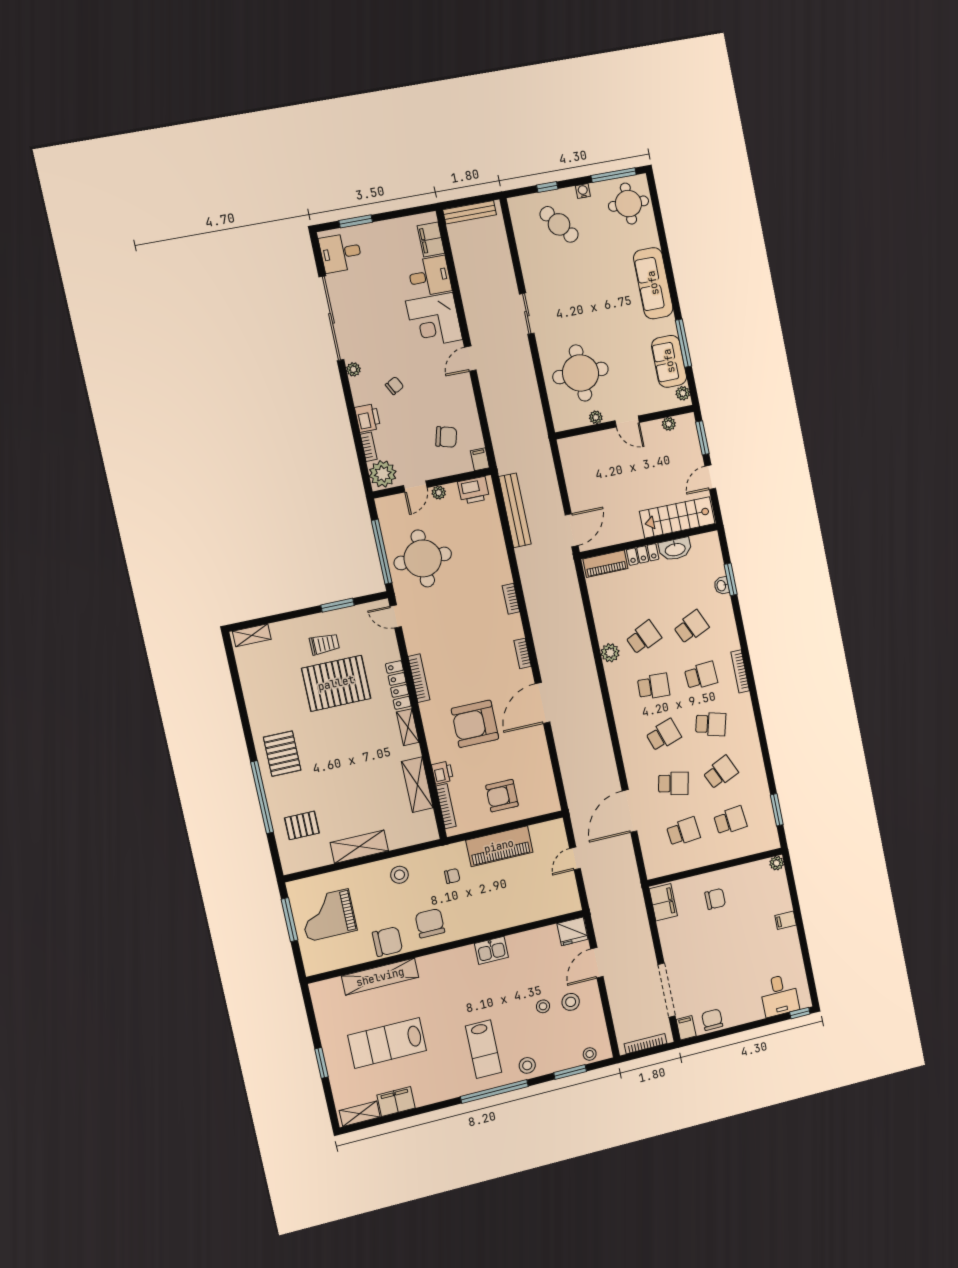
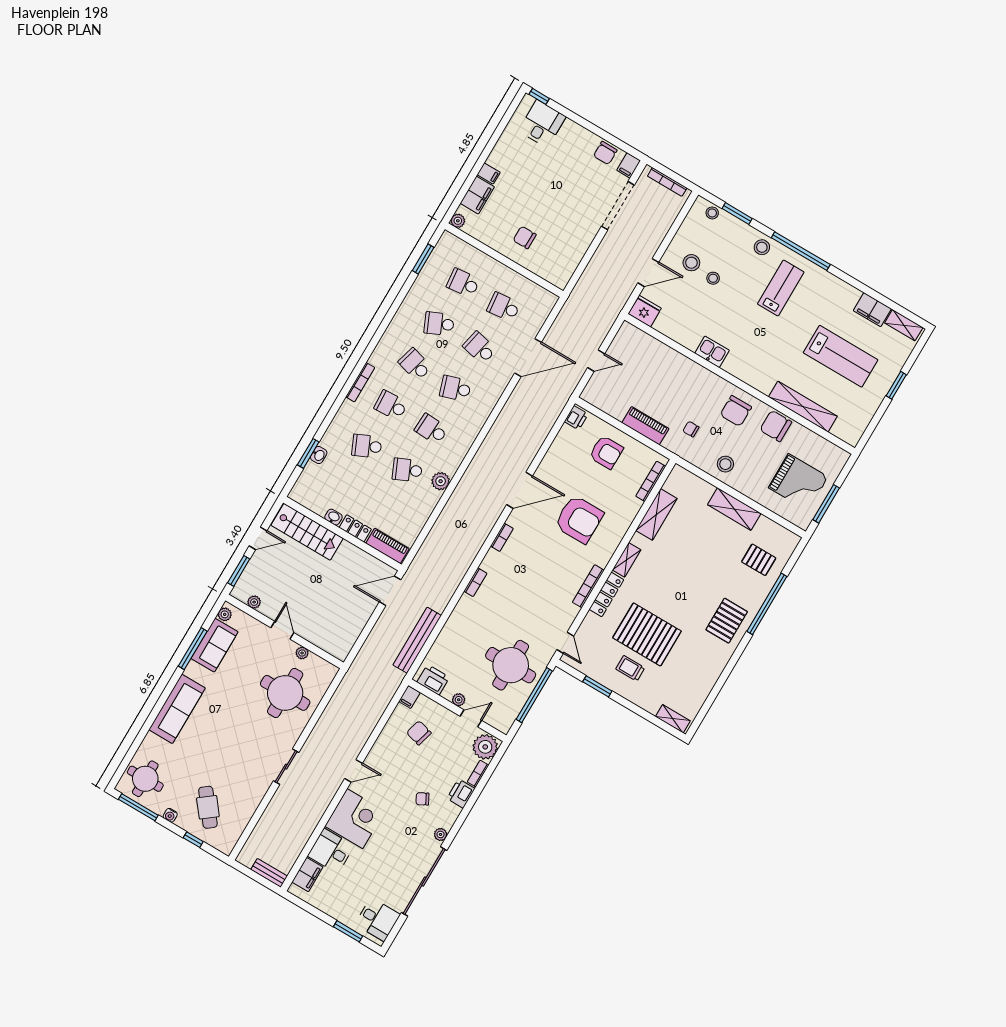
bench: (470, 212) -> (269, 873), width x0.73
washbasin: (675, 549) -> (333, 517), width x0.52, depth x0.69
printer: (442, 773) -> (576, 418), moved, turned 180
piano: (499, 846) -> (645, 426), width x0.73, depth x0.75
filing cabinet: (663, 902) -> (477, 195), moved, turned 180

